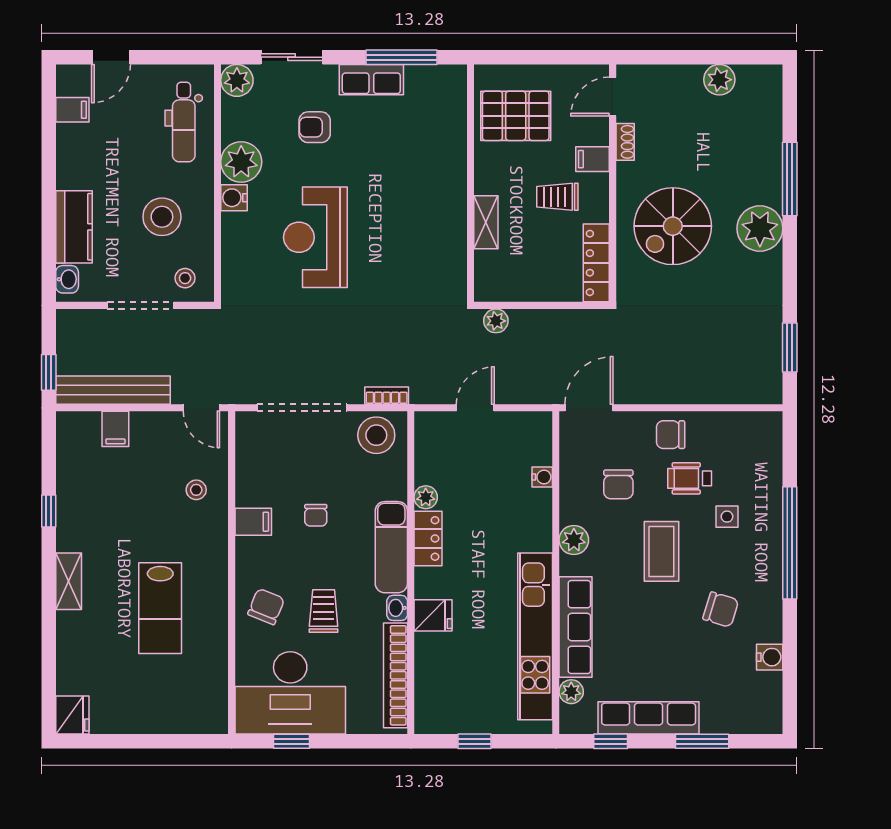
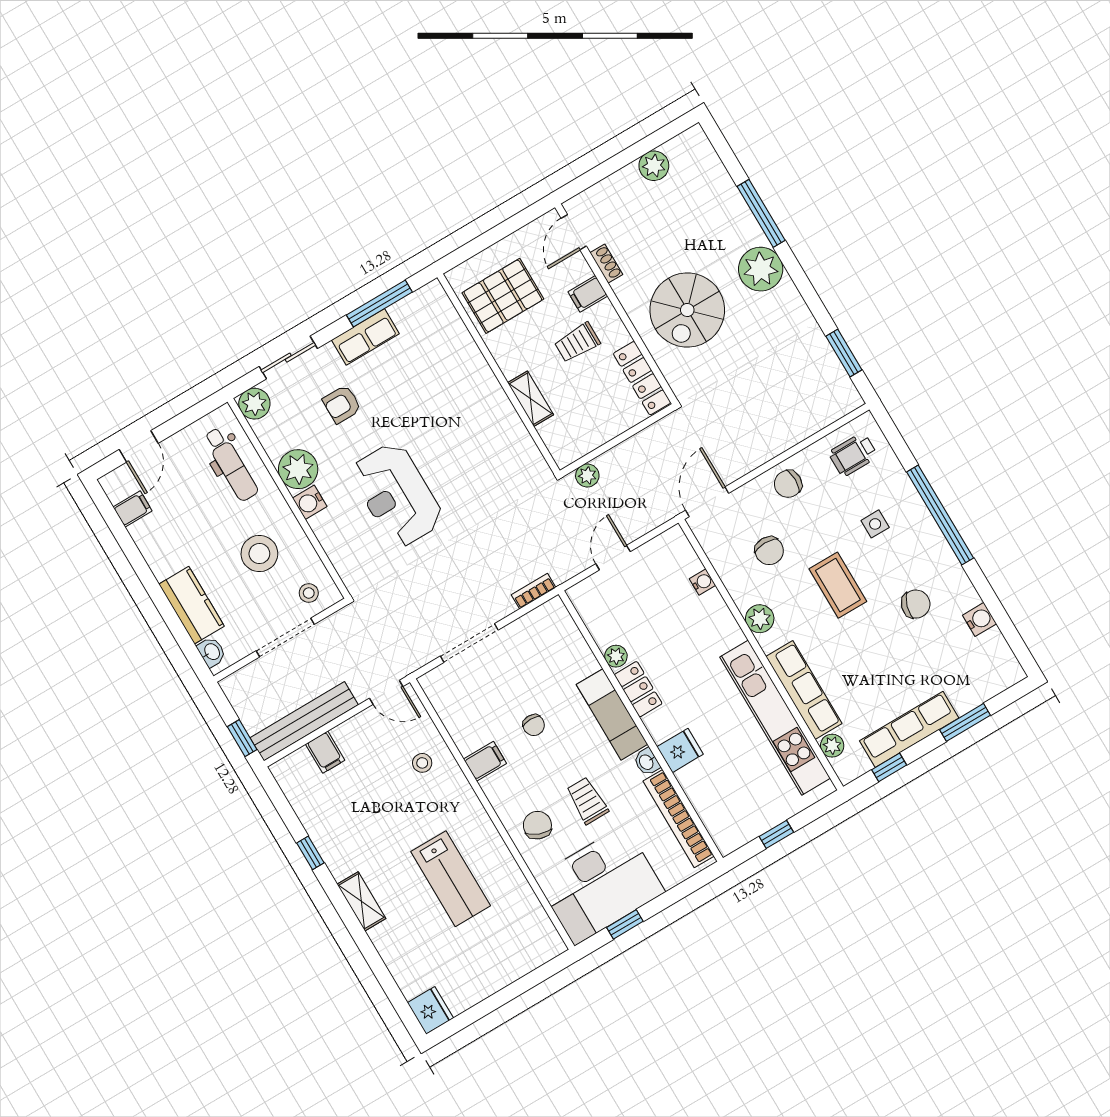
doorway: (302, 408) -> (469, 643), width x0.73
stool: (376, 435) -> (544, 629), removed
wheelchair: (690, 478) -> (853, 455), moved

